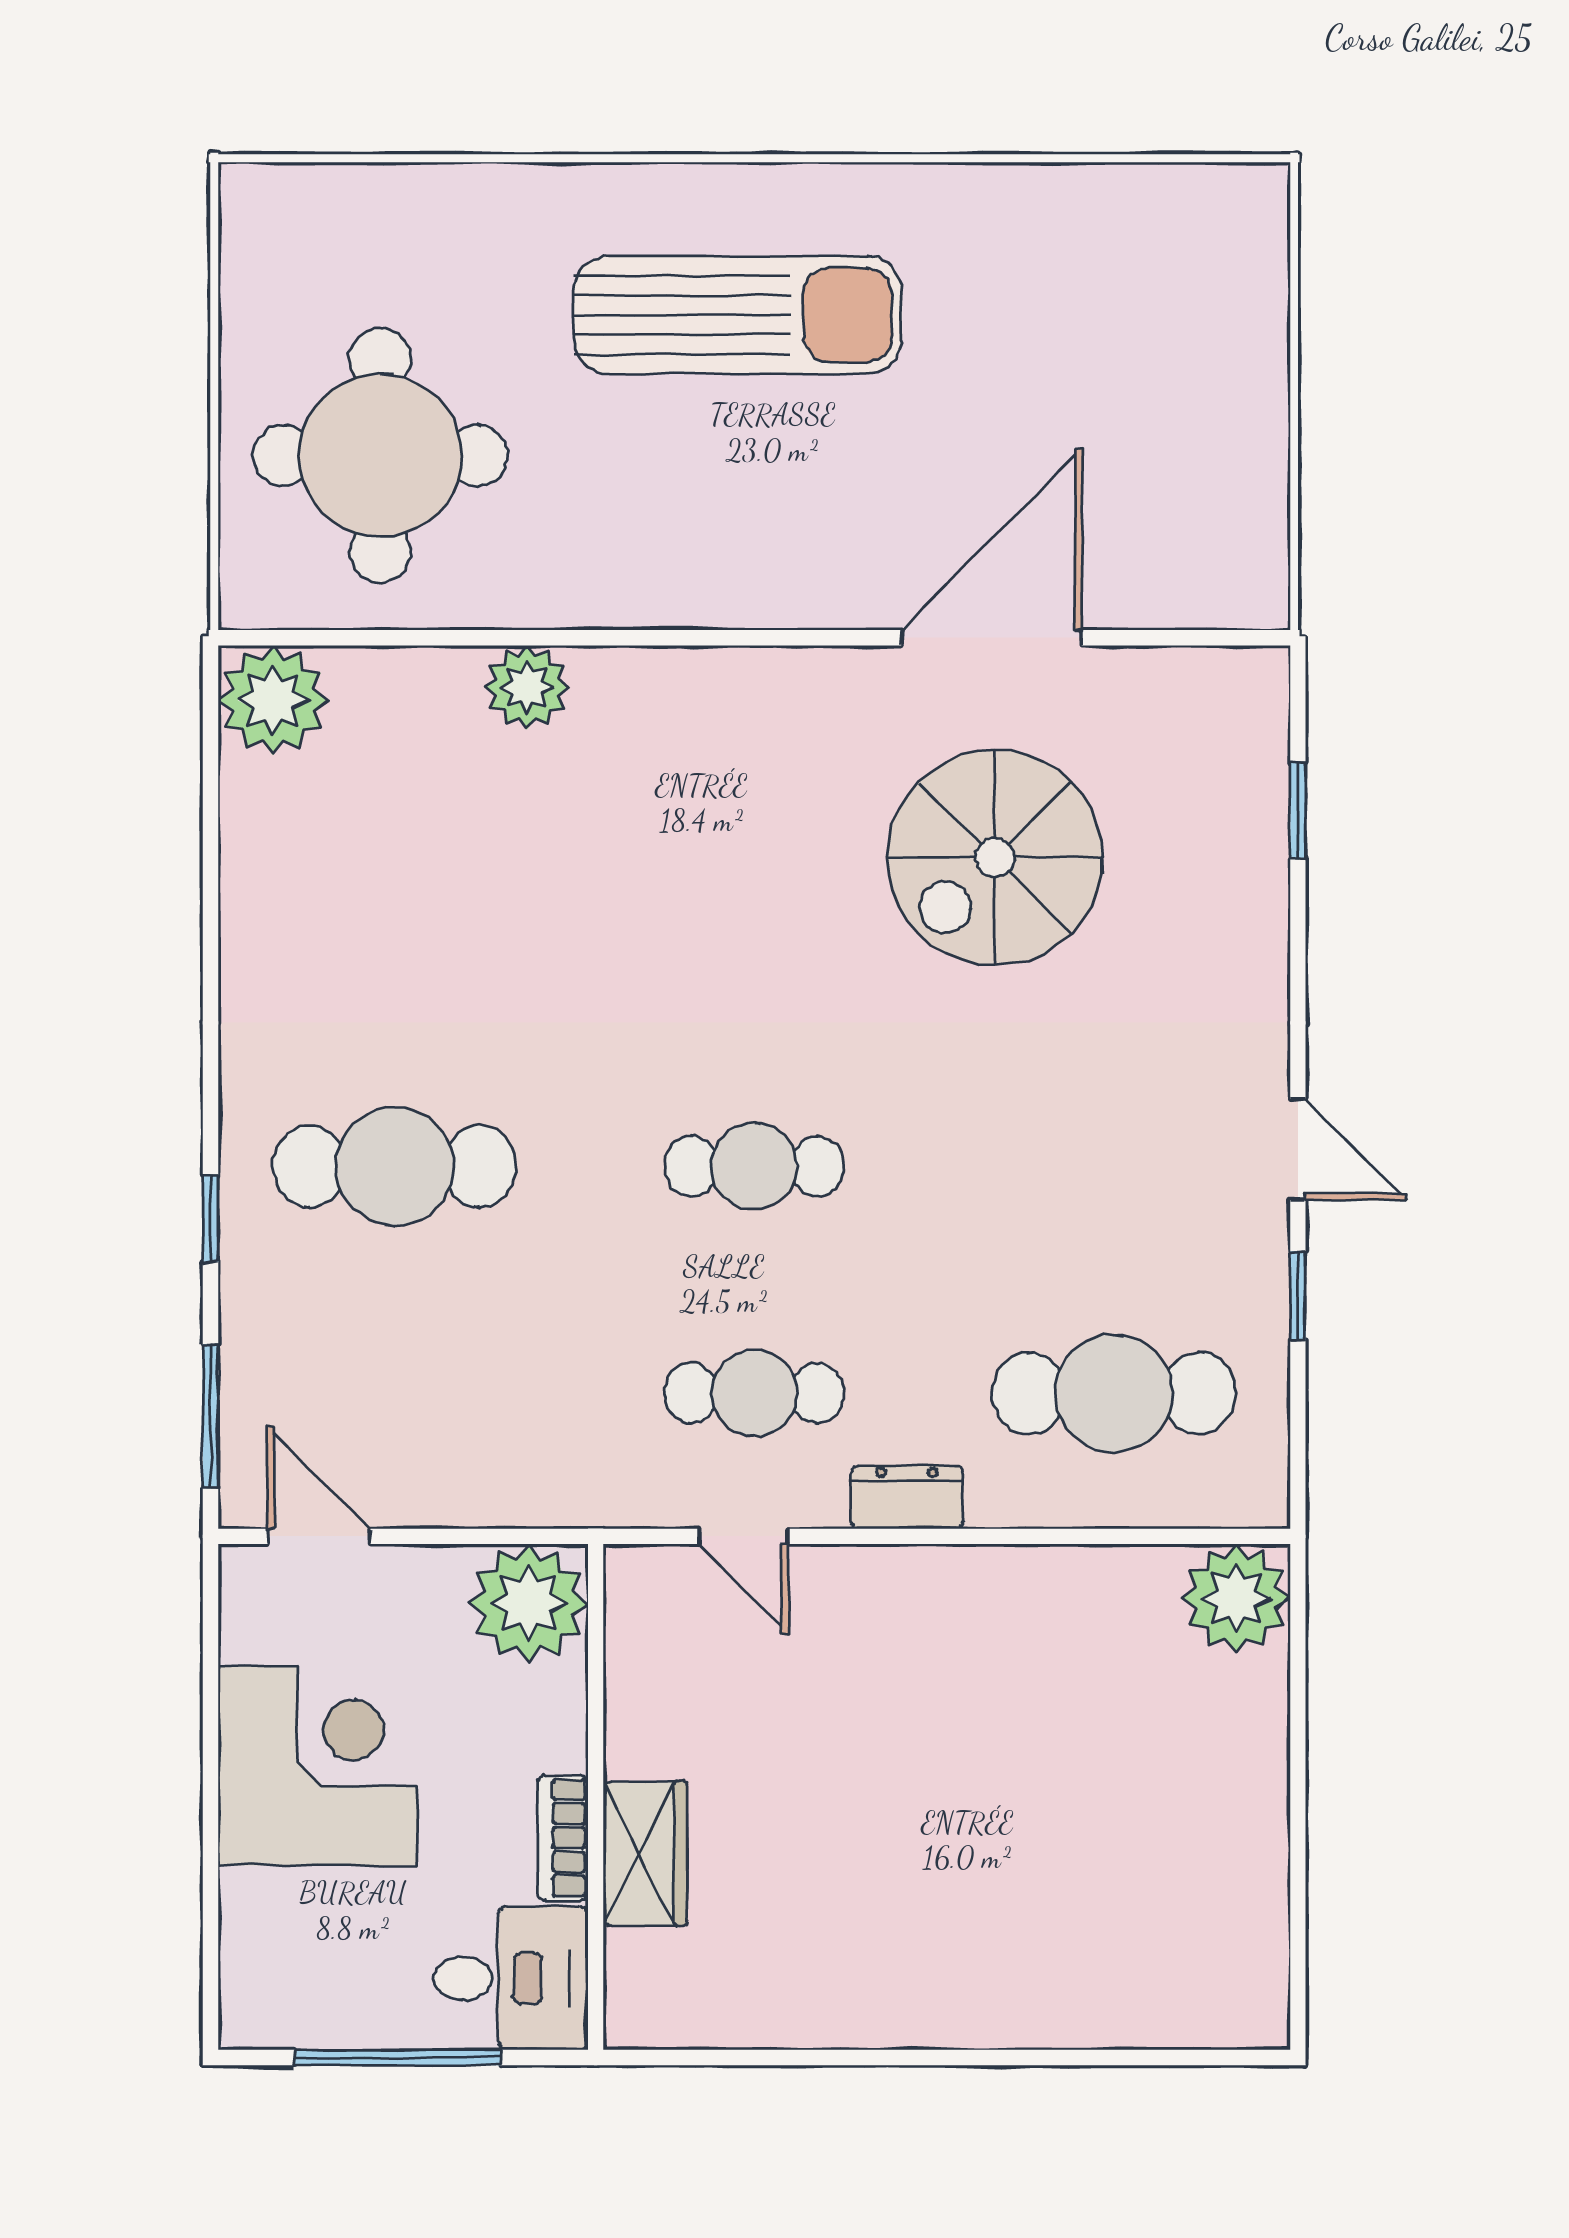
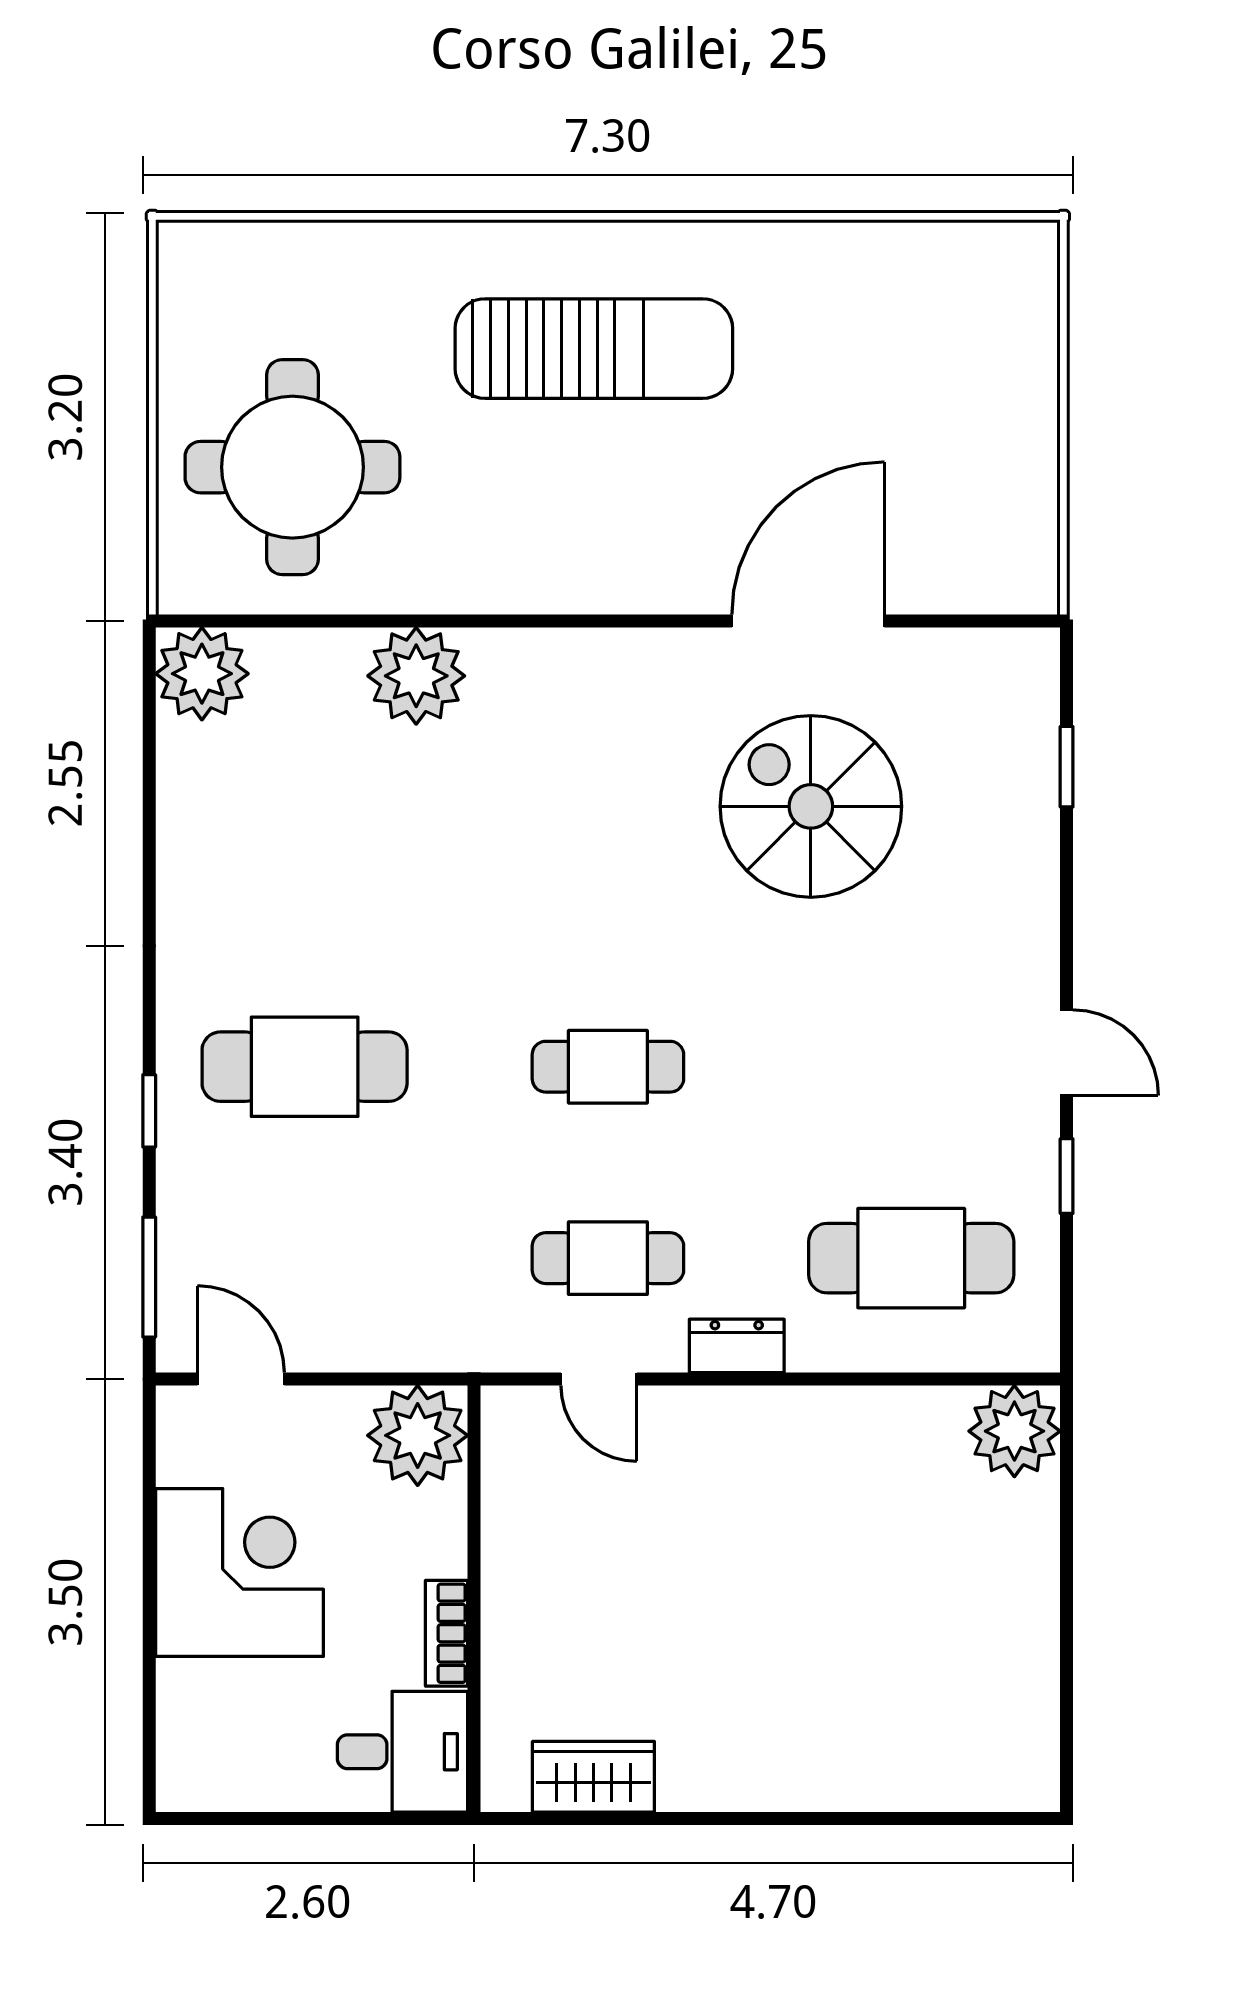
plant: (527, 687) -> (416, 676), width x1.36, depth x1.36
spiral stairs: (995, 858) -> (811, 806), turned 90
wardrobe: (645, 1853) -> (593, 1777), moved, turned -90
window: (398, 2058) -> (307, 1819), removed

